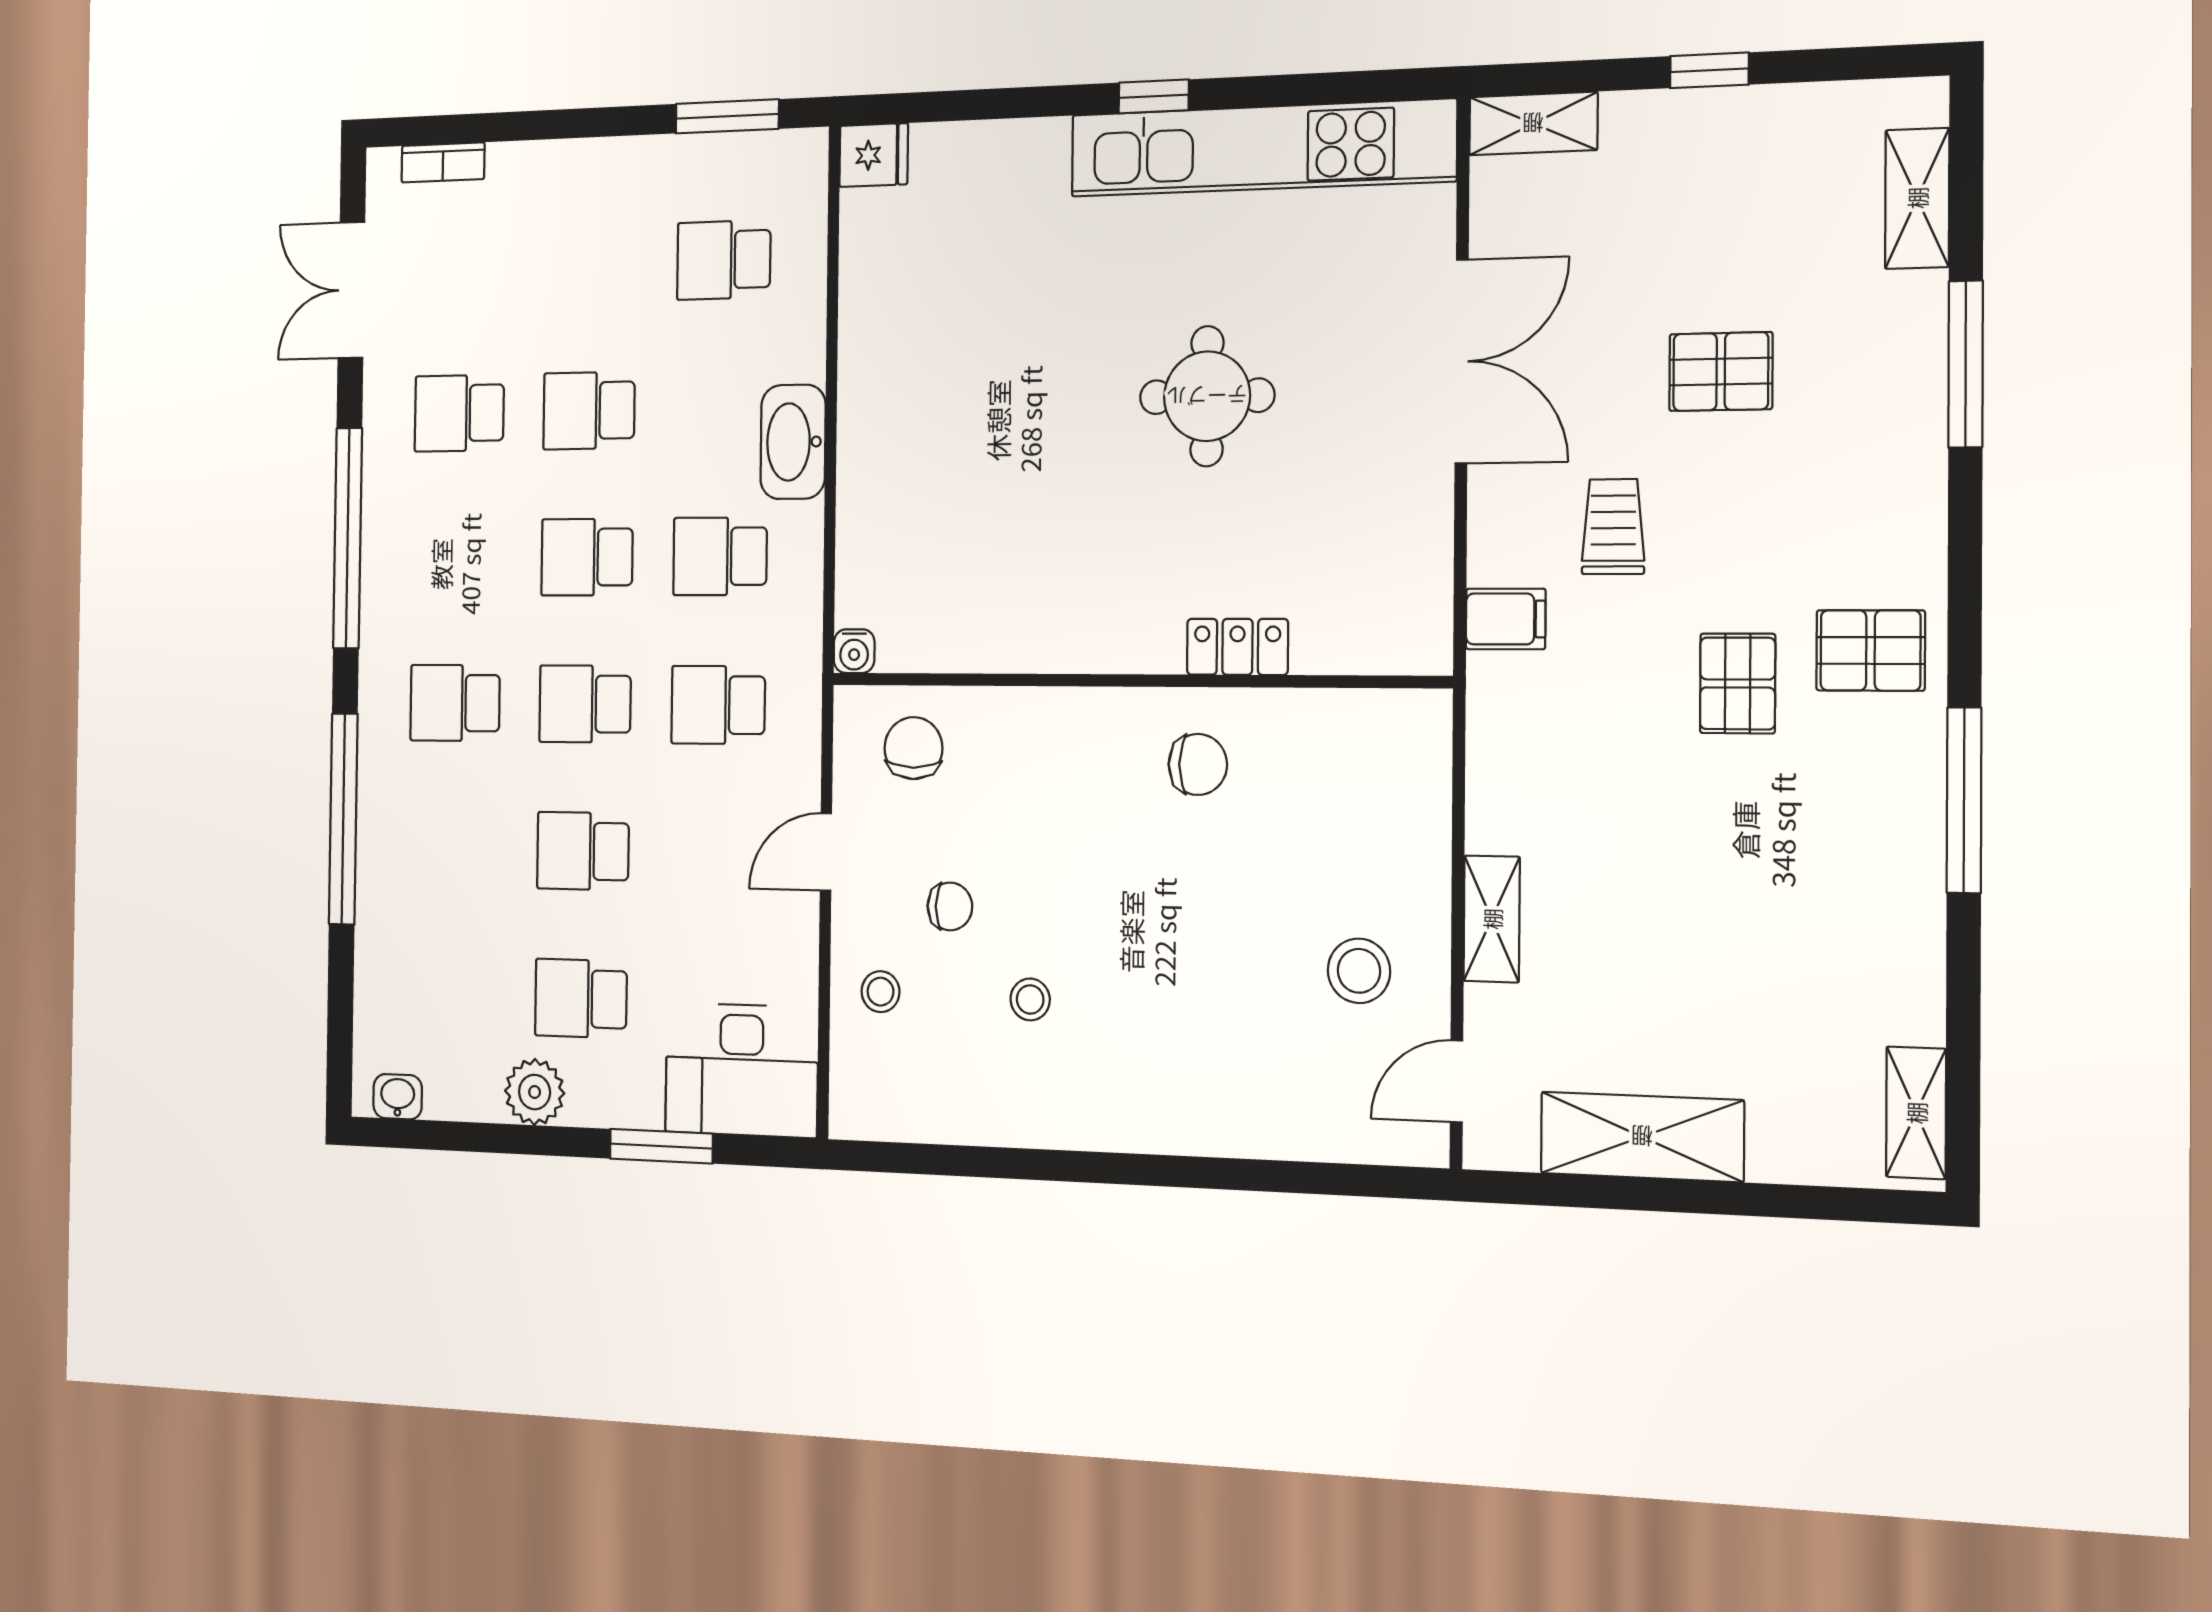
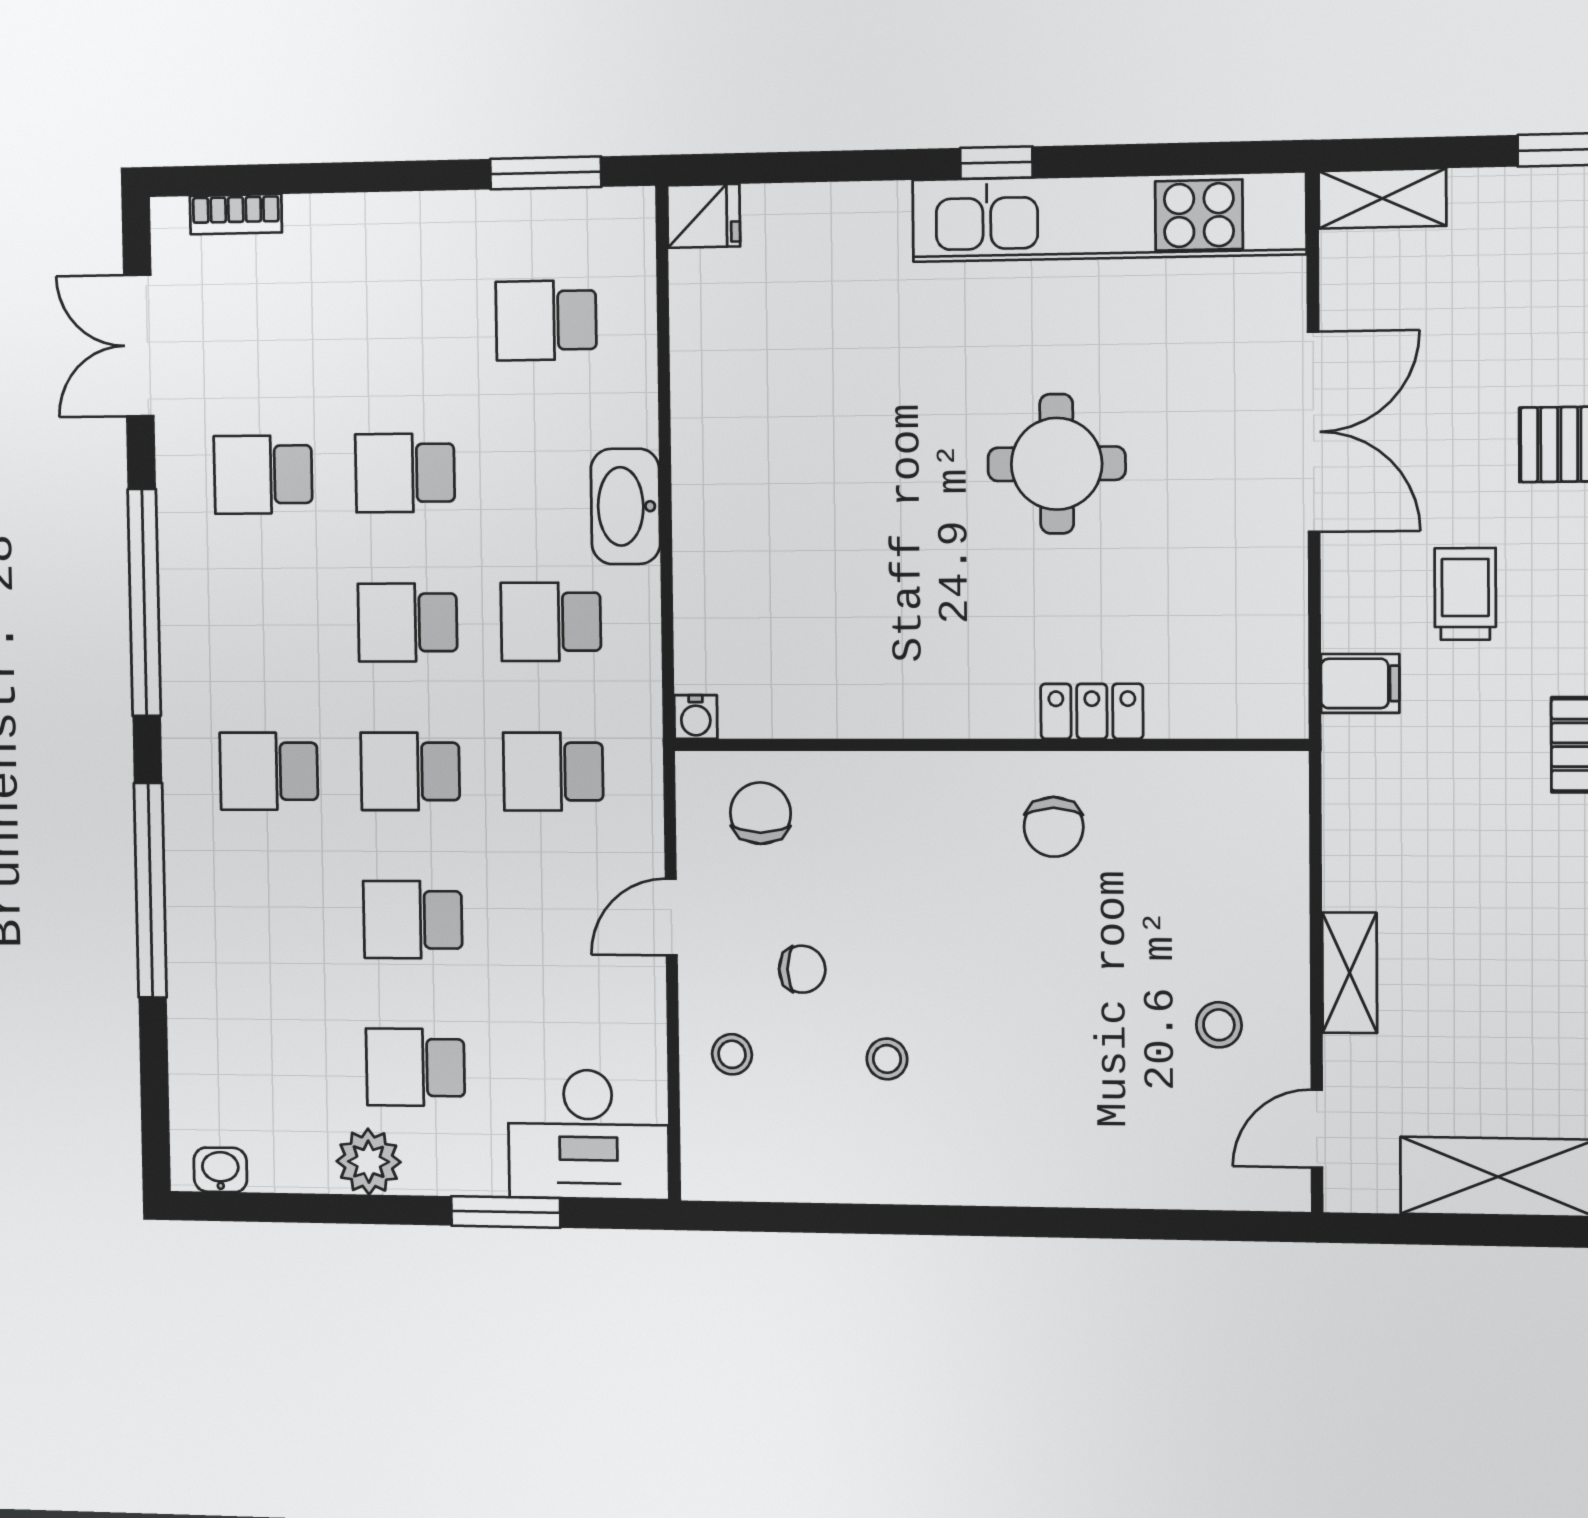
chair: (1198, 764) -> (1054, 827), turned 90
stool: (1359, 971) -> (1219, 1025), width x0.73, depth x0.73

